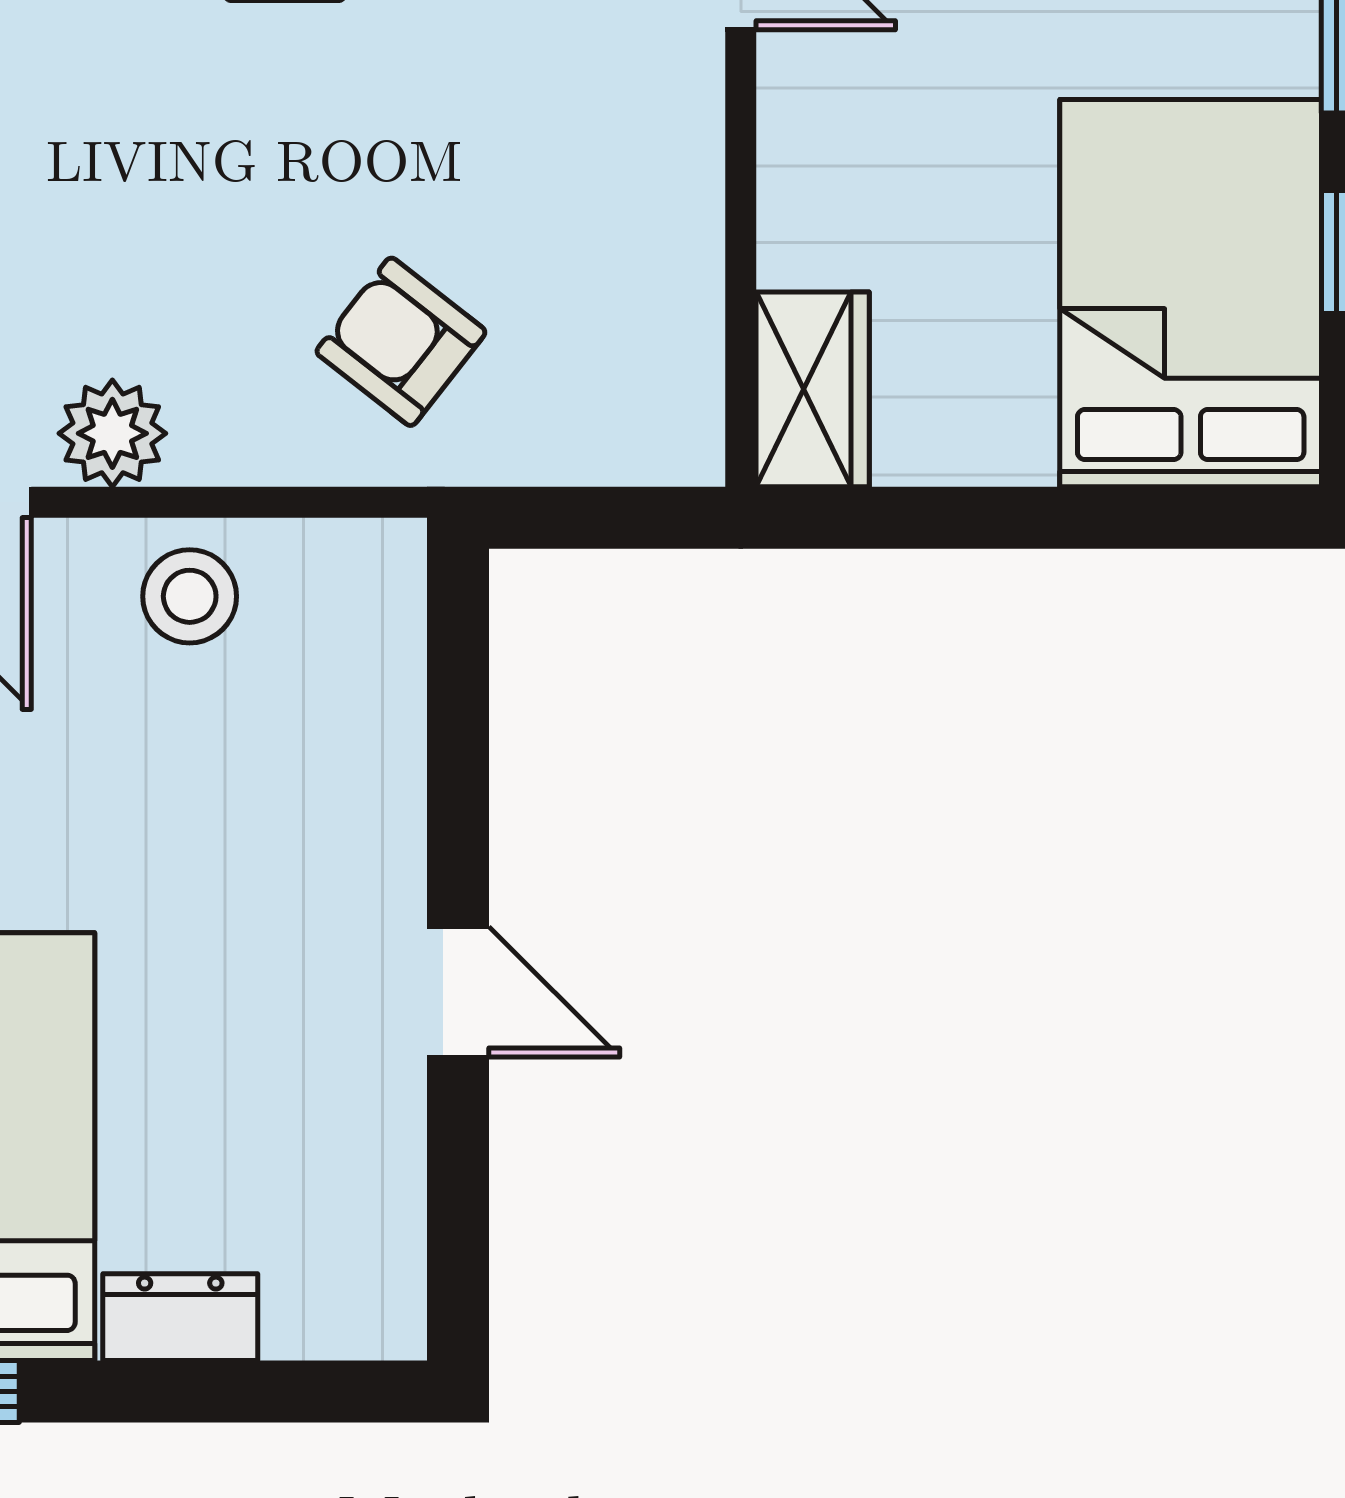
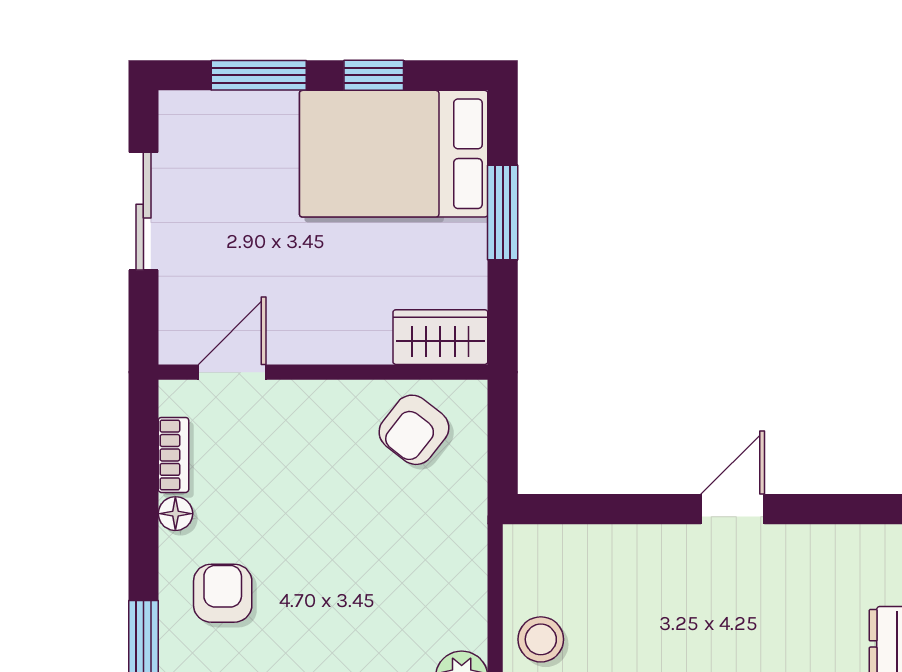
armchair: (401, 342) -> (414, 430), moved
window: (1069, 518) -> (503, 213), added

